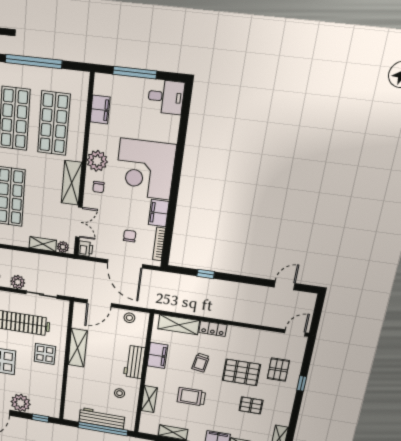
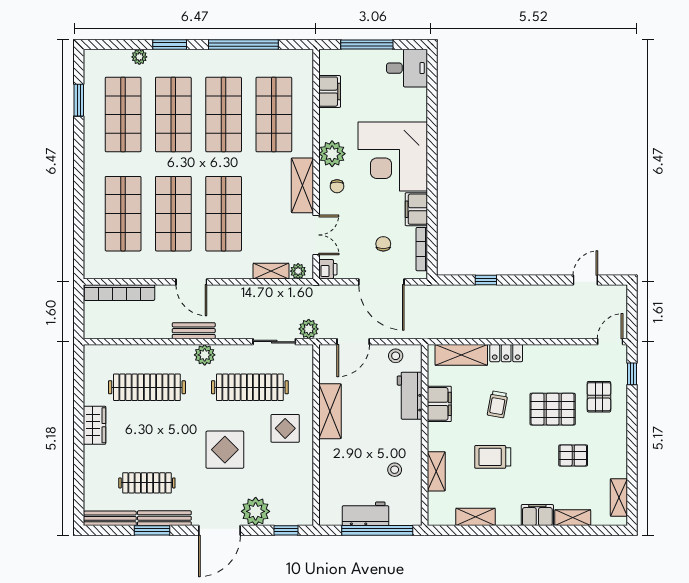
plant: (18, 282) -> (309, 329), moved
workbench: (134, 362) -> (410, 396), moved
window: (302, 383) -> (632, 374), moved
workbench: (102, 418) -> (366, 514), width x0.73

